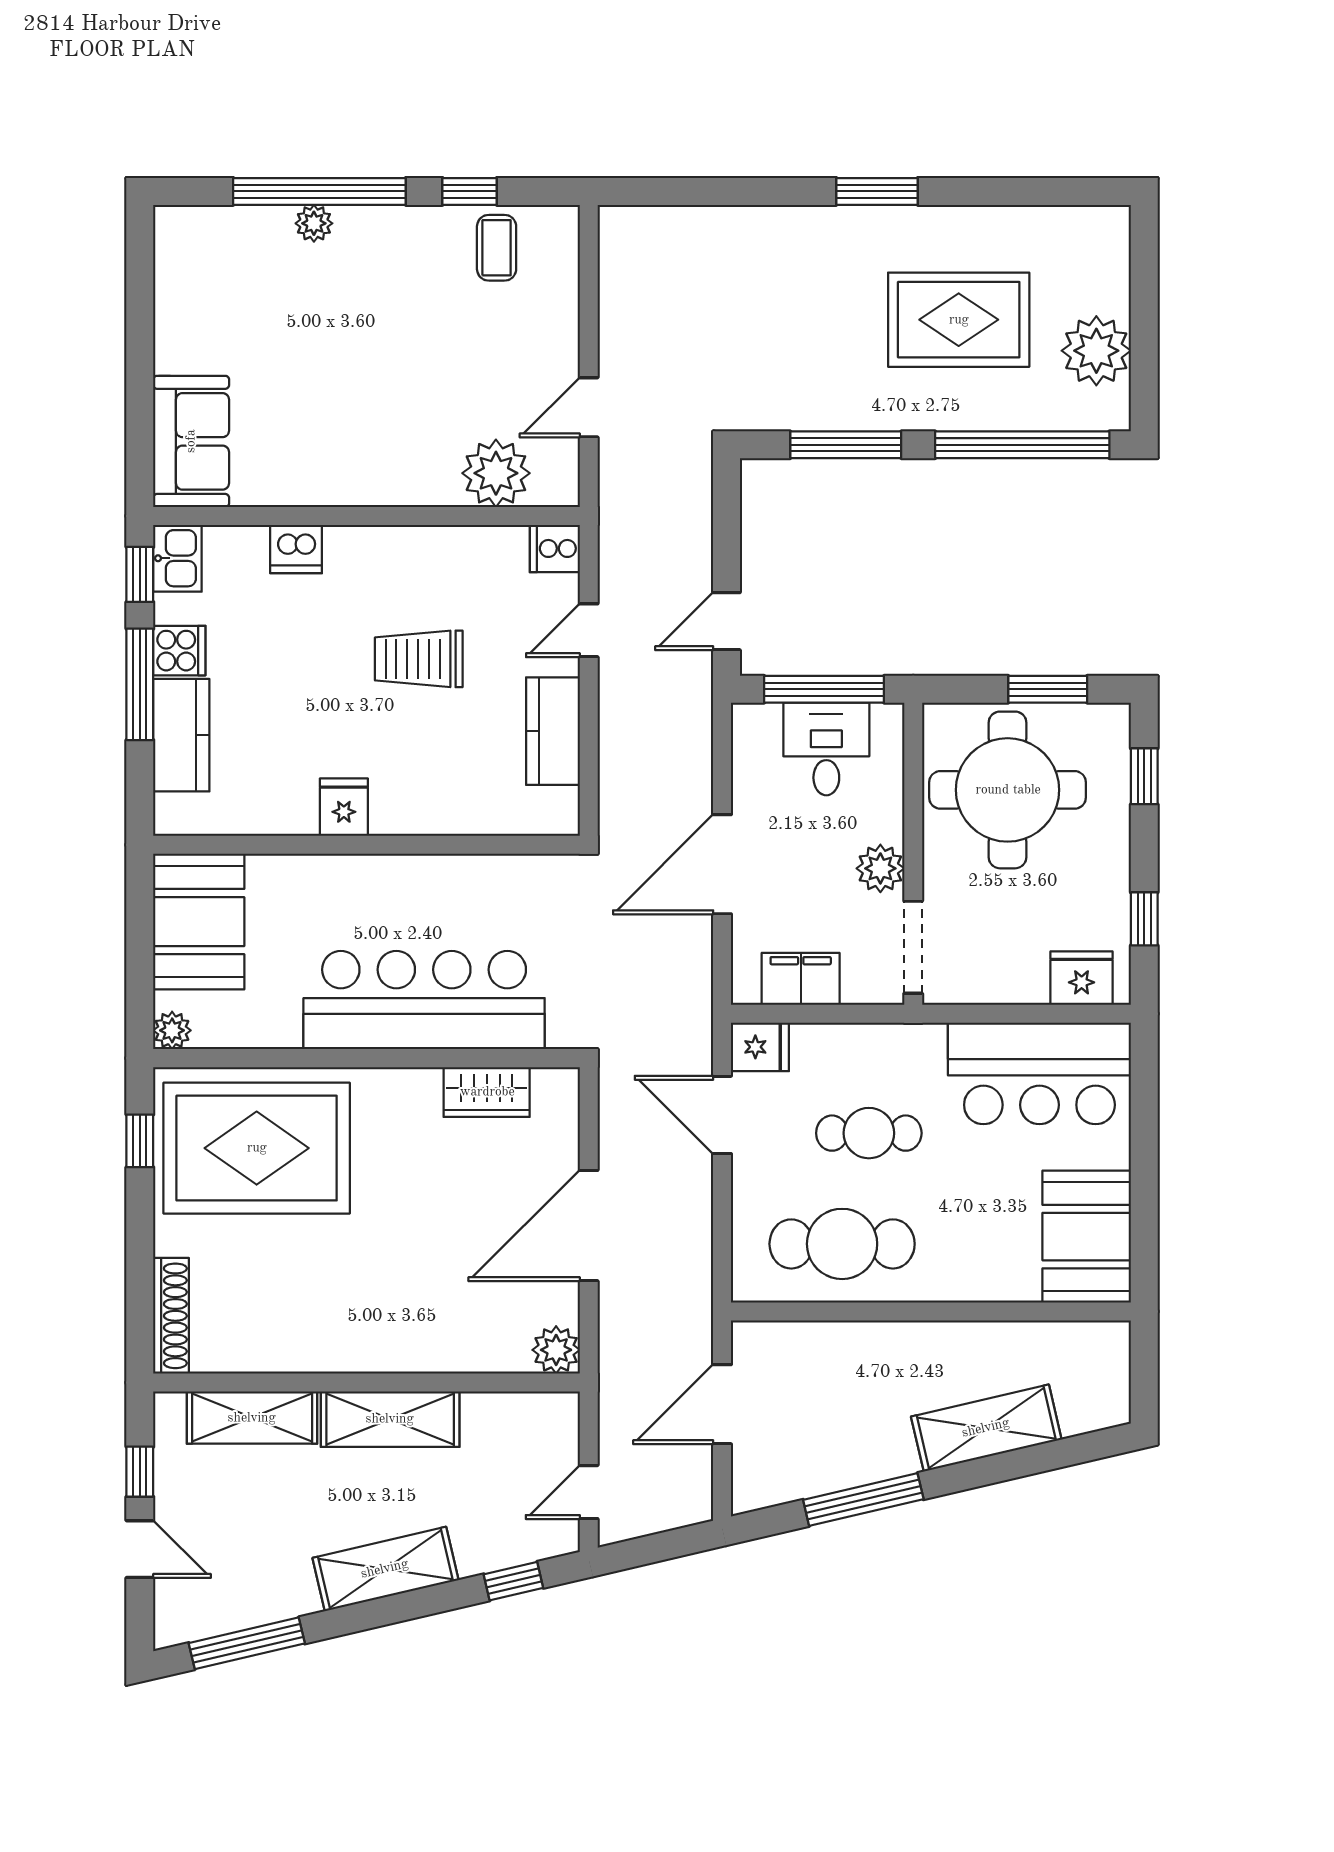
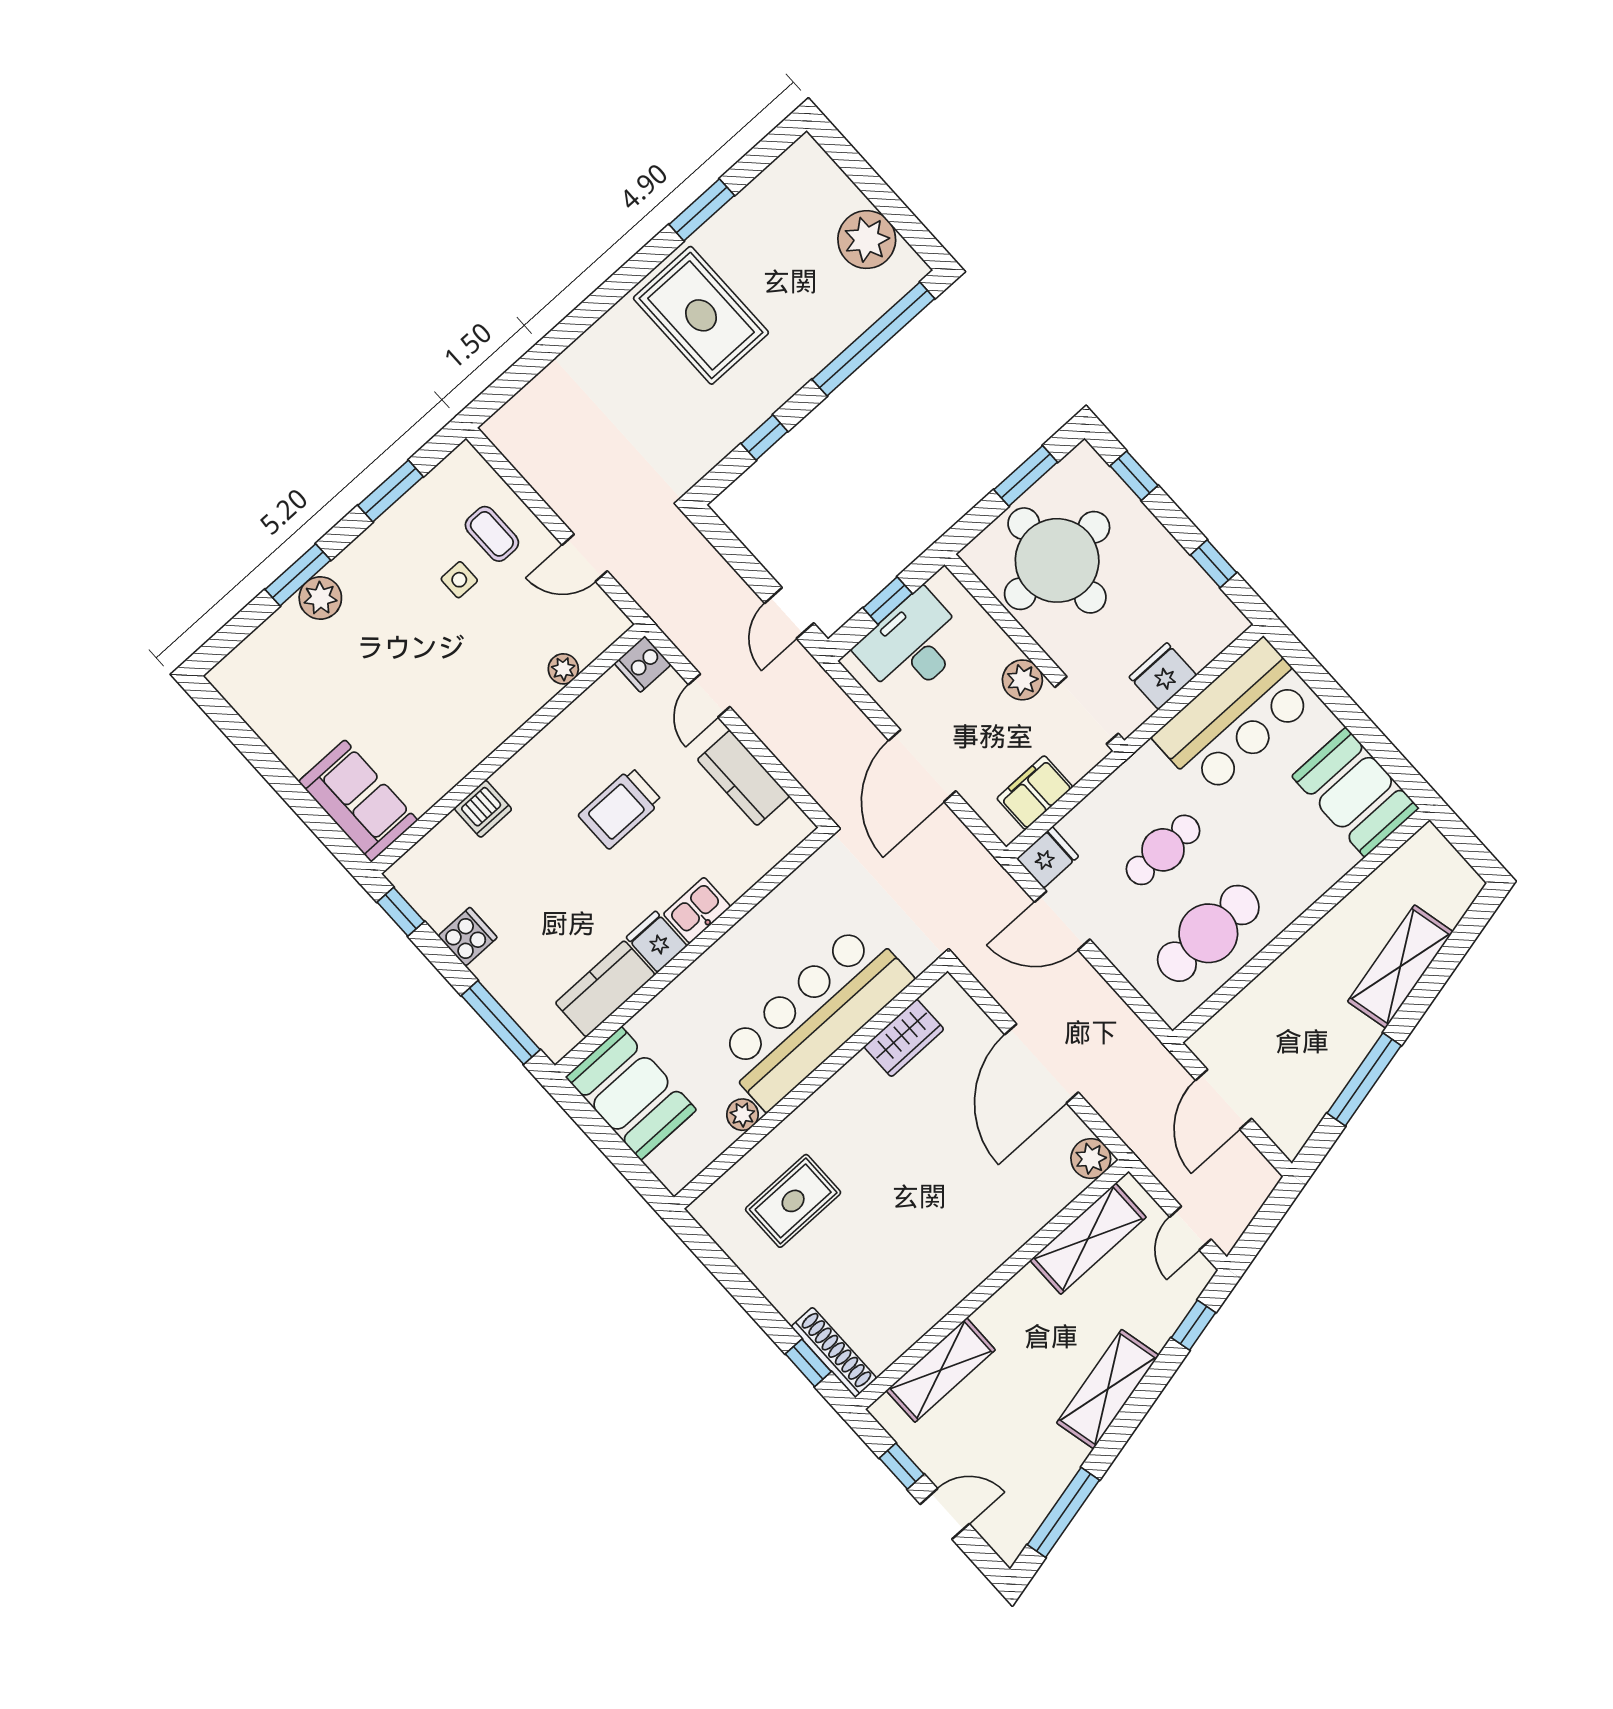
window: (319, 191) -> (298, 575), width x0.47
window: (470, 191) -> (391, 491), width x1.50
window: (877, 191) -> (702, 210), moved
plant: (314, 223) -> (320, 598), width x1.38, depth x1.38
coffee table: (497, 248) -> (492, 534), moved
rug: (959, 320) -> (701, 315), moved, turned 90
side table: (459, 326) -> (459, 580), added
door: (589, 407) -> (585, 558), hinge flipped
window: (846, 445) -> (764, 437), width x0.46
plant: (496, 473) -> (563, 669), width x0.53, depth x0.53
kitchen sink: (177, 558) -> (697, 910), moved, turned -90
window: (140, 684) -> (501, 1023), moved
window: (824, 689) -> (888, 601), width x0.46
kitchen counter: (181, 735) -> (605, 989), moved, turned -90
desk: (826, 749) -> (912, 645), width x1.37
fridge: (1082, 978) -> (1163, 676), moved
plant: (172, 1030) -> (742, 1115), moved
window: (140, 1141) -> (808, 1363), moved
rug: (257, 1148) -> (793, 1201), width x0.54, depth x0.49
shelving: (390, 1419) -> (1088, 1239), moved

